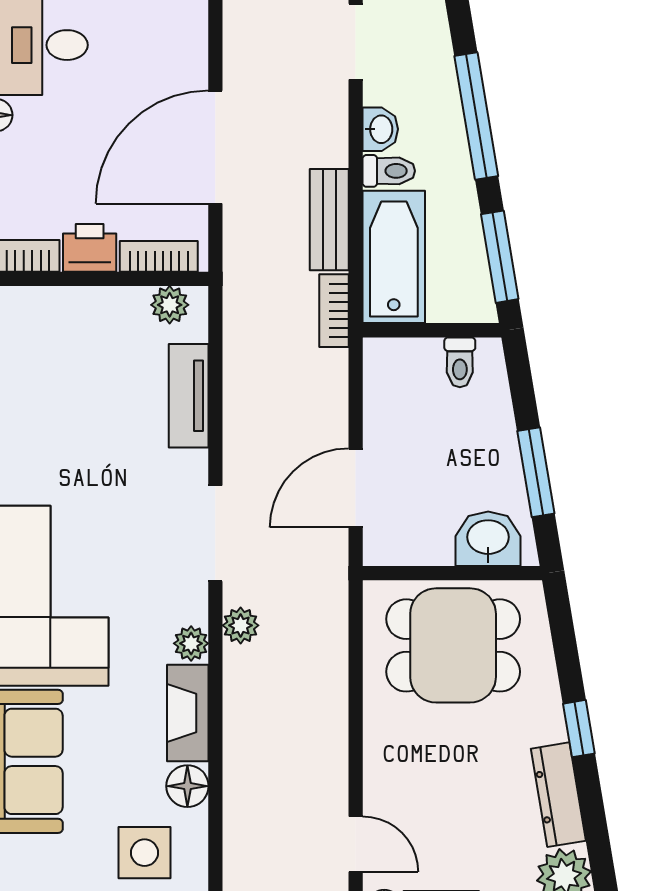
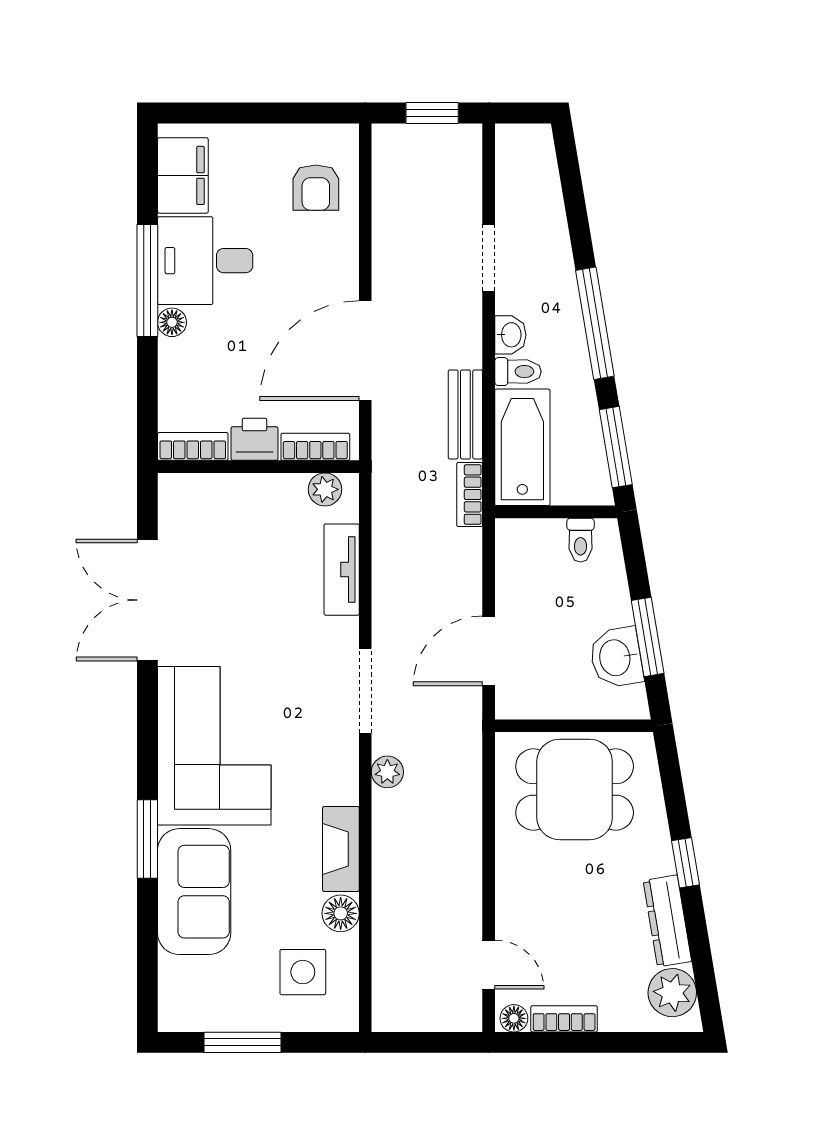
washbasin: (488, 539) -> (616, 658), moved, turned -100
plant: (191, 643) -> (344, 788), removed

